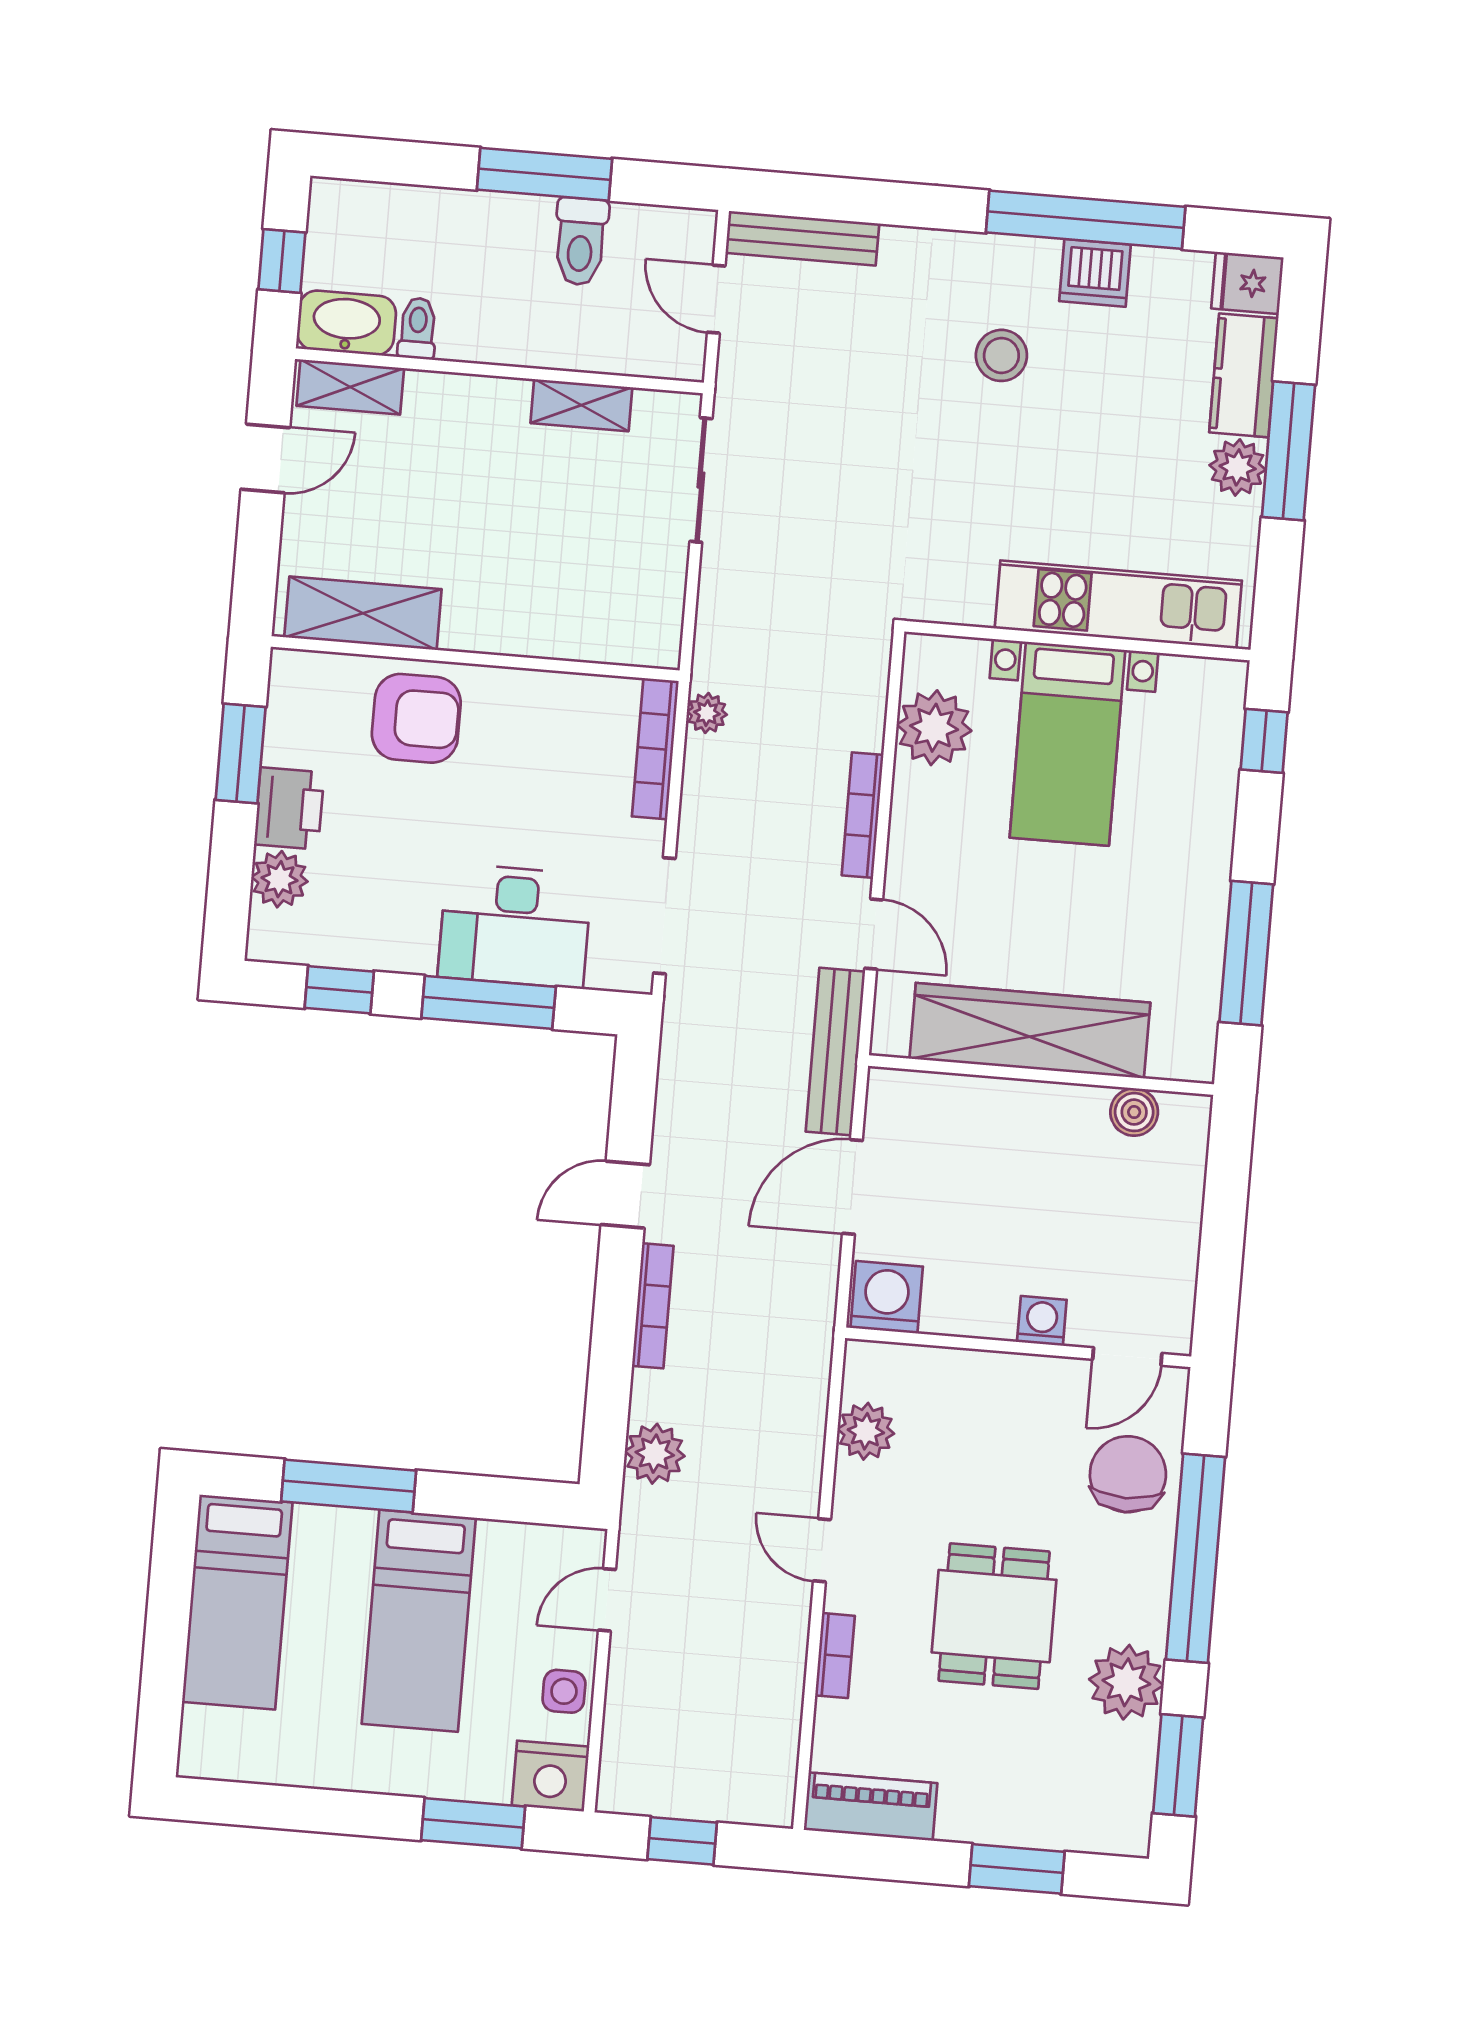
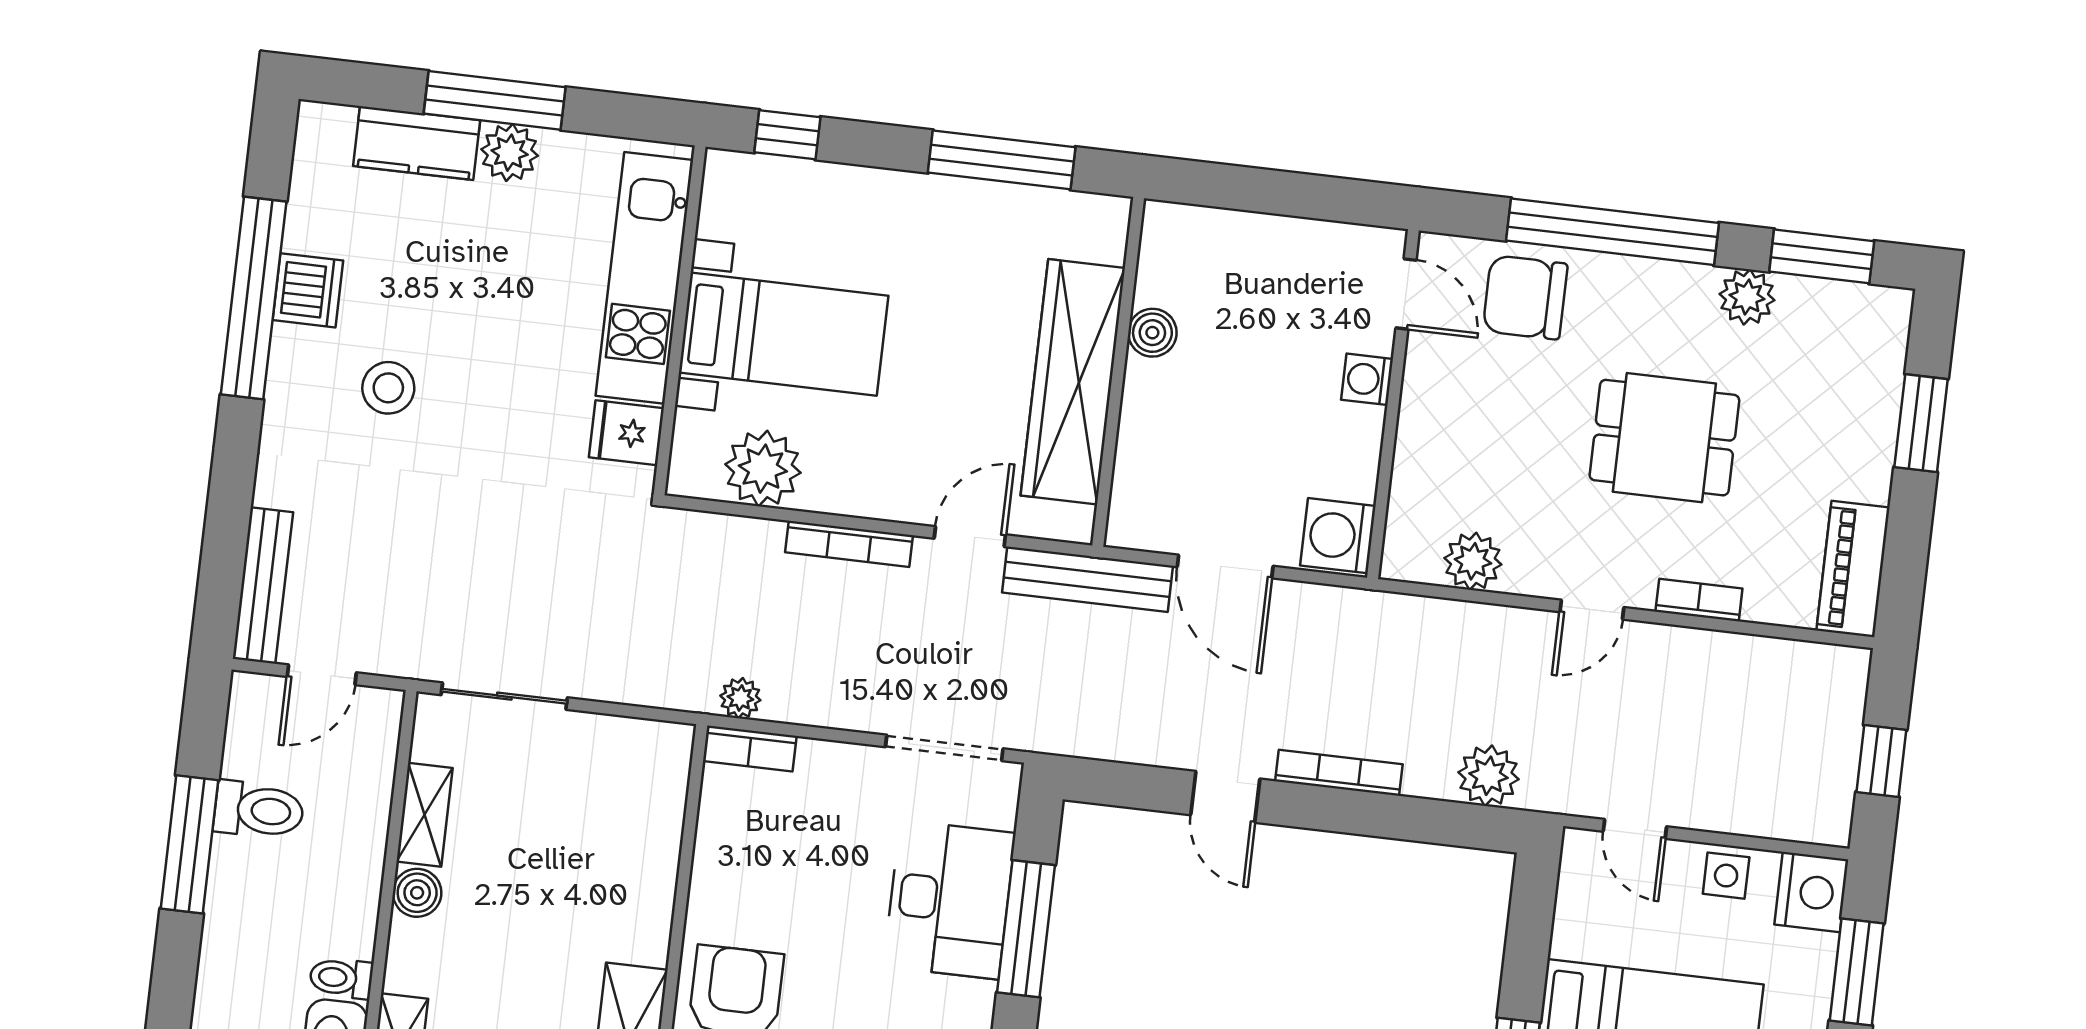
fridge: (1247, 283) -> (626, 433), moved, turned 90
boiler: (504, 400) -> (417, 893), added
bookcase: (655, 749) -> (750, 748), width x0.64
boiler: (1134, 1112) -> (1152, 333), moved
plant: (1126, 1682) -> (1747, 297), width x0.73, depth x0.73

